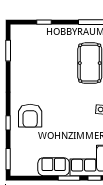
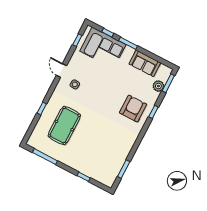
plant: (17, 151) -> (158, 86), added
sofa: (54, 167) -> (145, 63), moved

